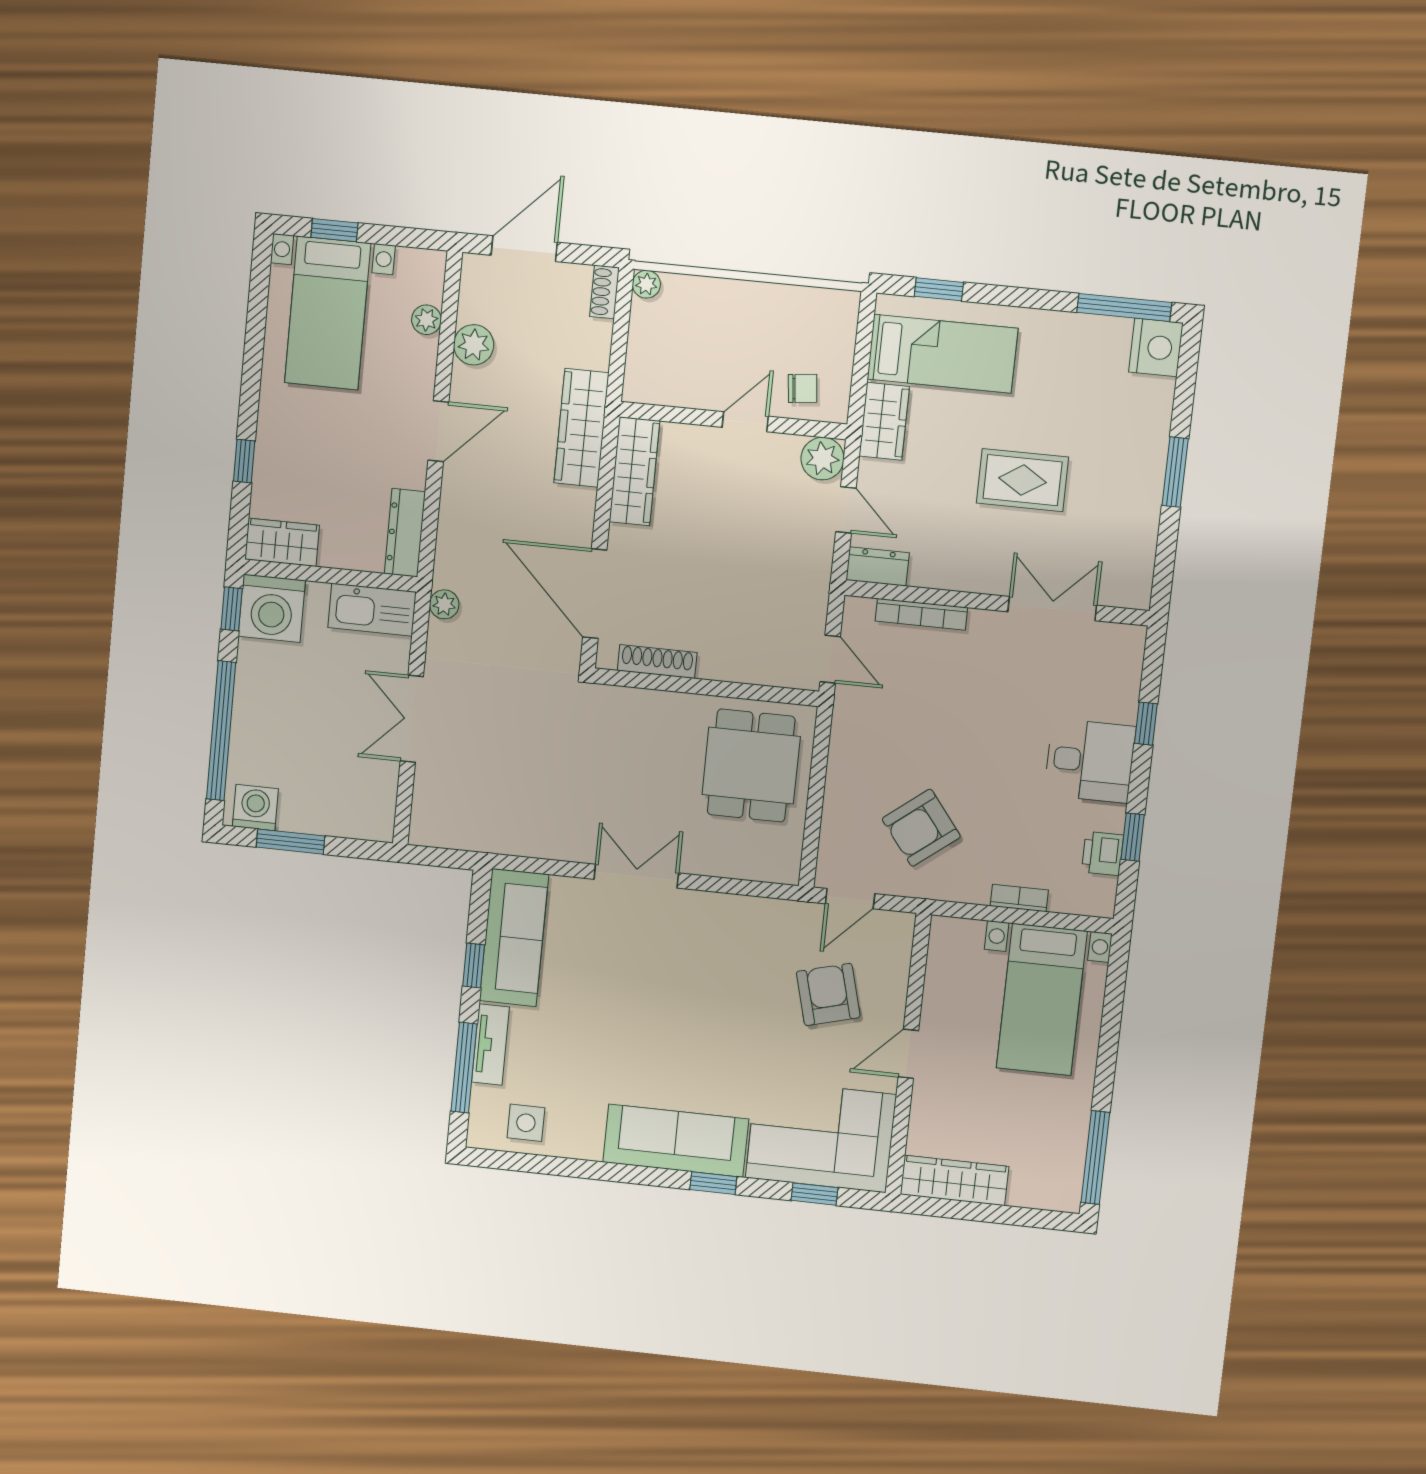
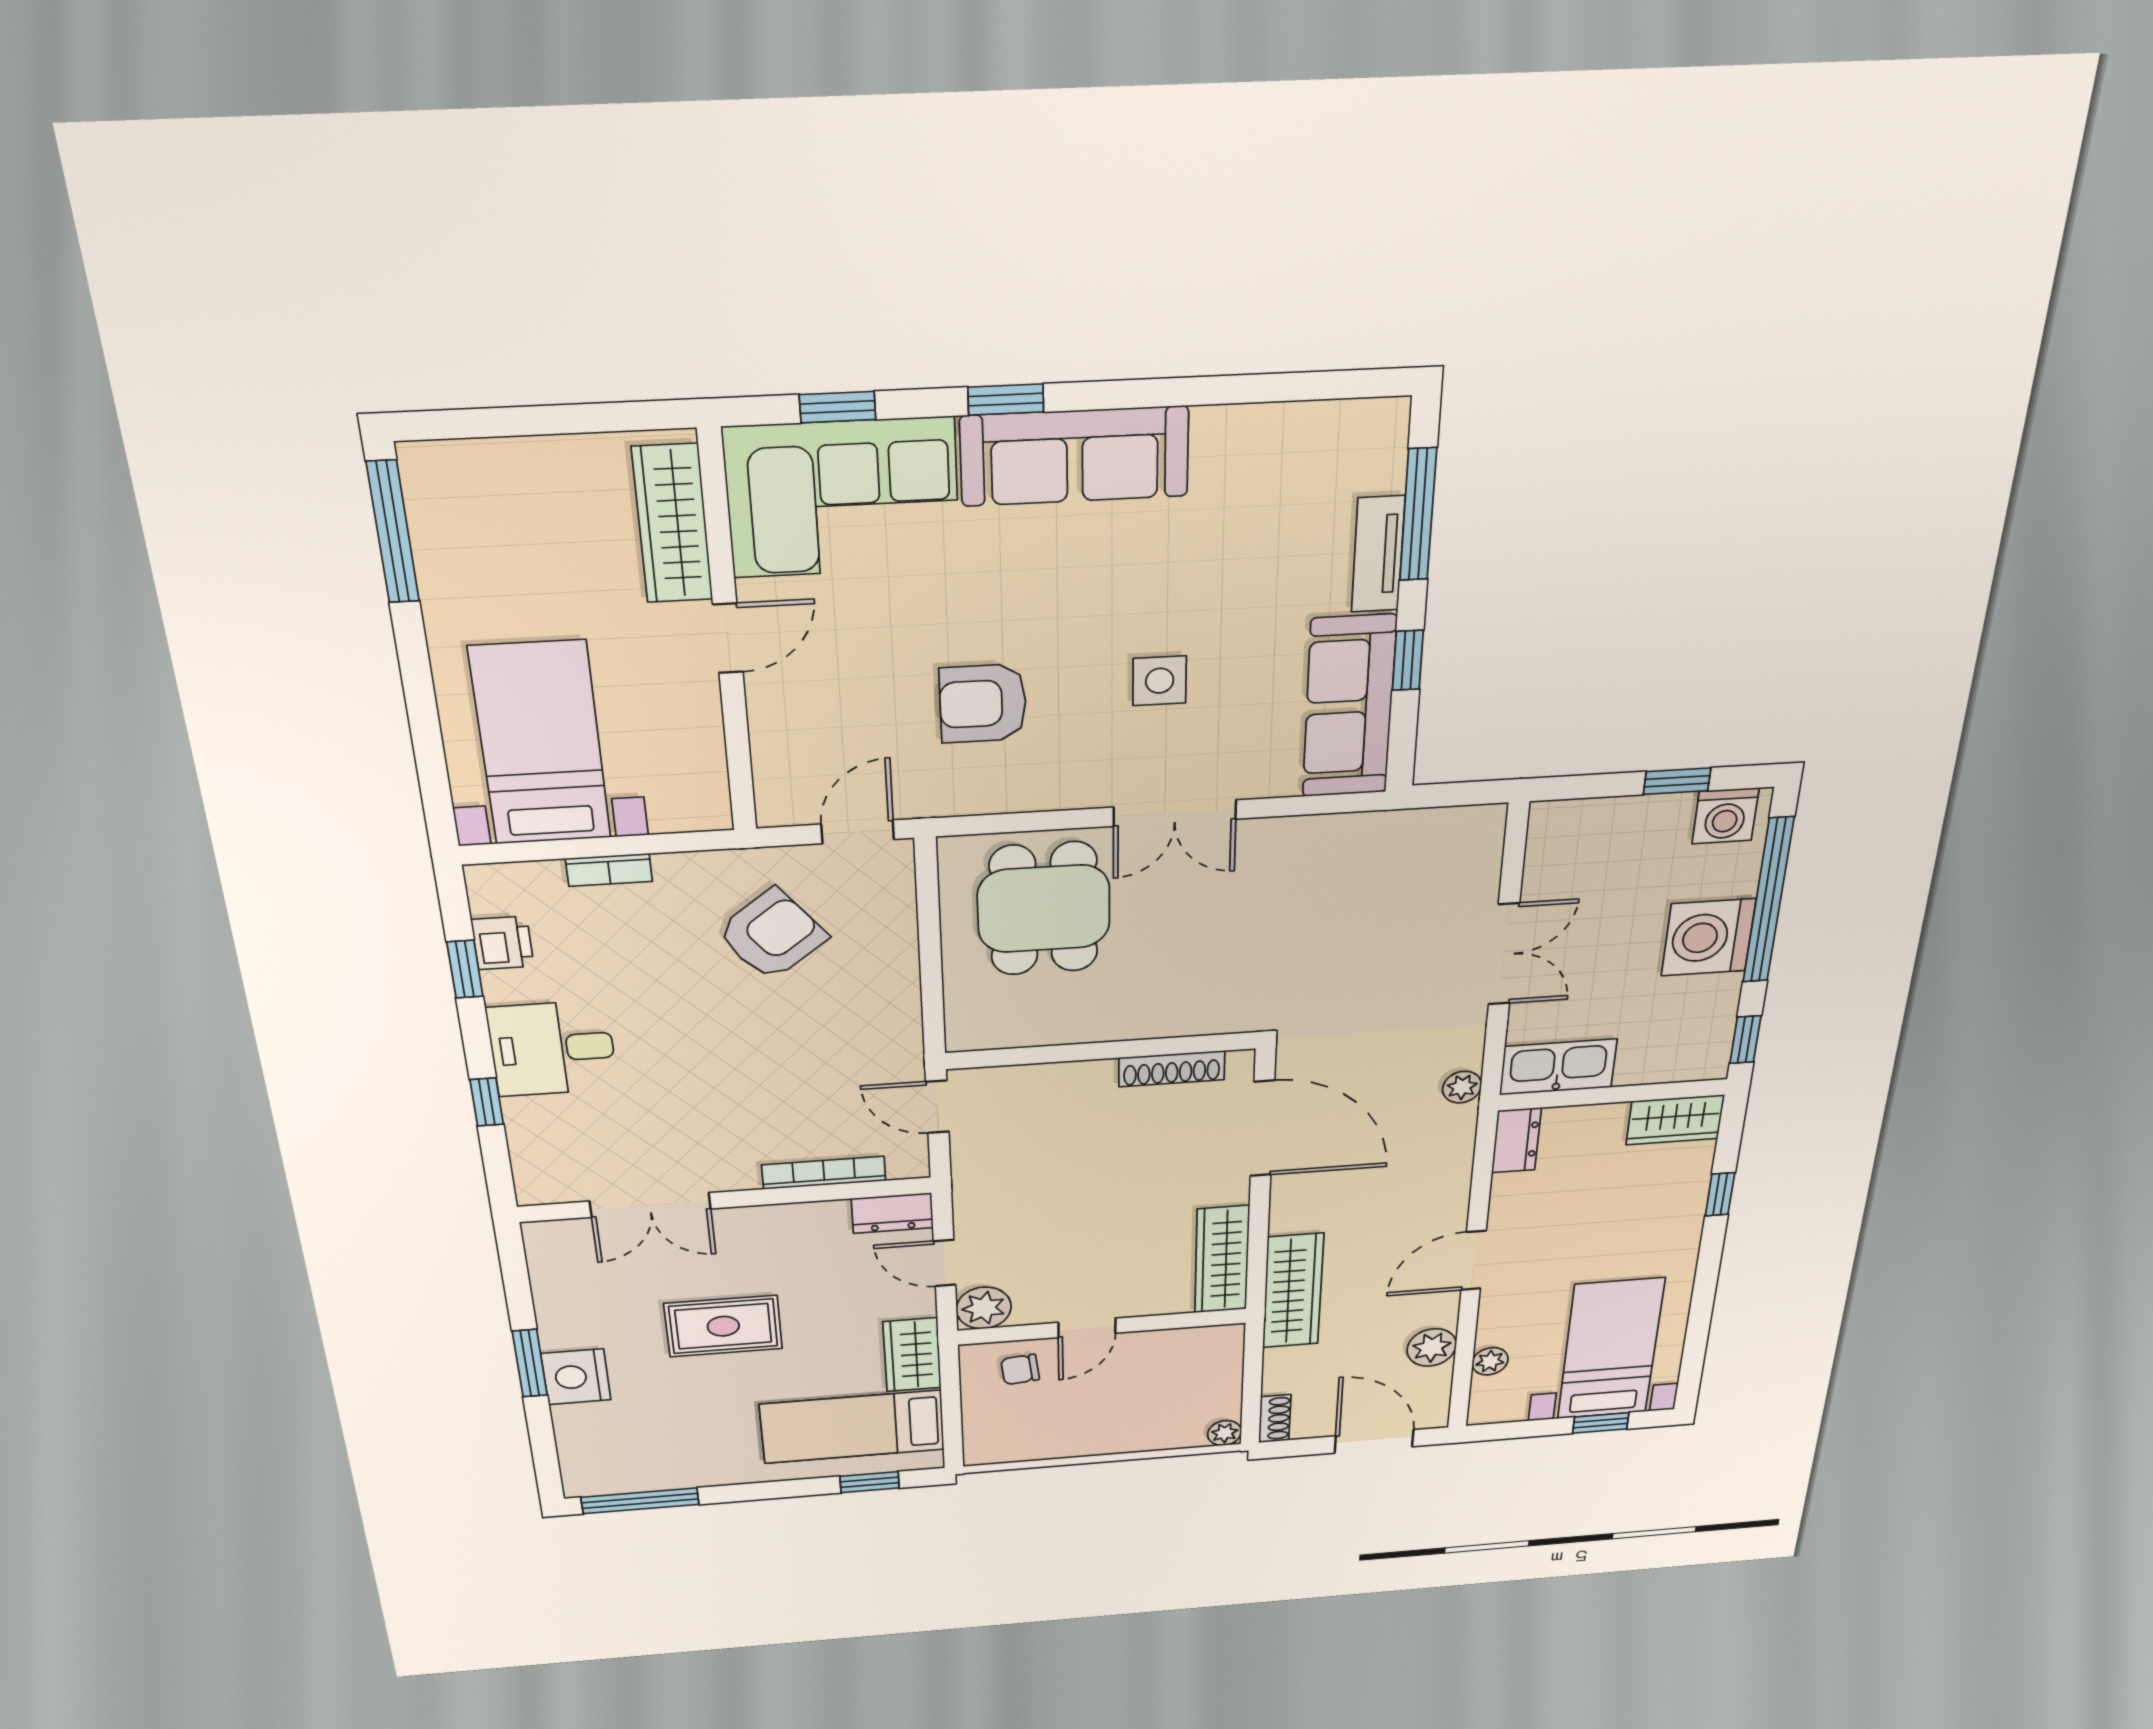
door: (524, 249) -> (1374, 1441), swing flipped
nightstand: (1156, 347) -> (576, 1377), moved
dresser: (405, 533) -> (1516, 1140), width x0.70
washing machine: (272, 608) -> (1708, 937), moved, turned -90
dining table: (751, 766) -> (1044, 909), moved
window: (290, 842) -> (1677, 781), width x0.67
armchair: (828, 994) -> (983, 703), moved, turned 105
side table: (526, 1123) -> (1160, 681), moved
wardrobe: (954, 1180) -> (673, 524), moved, turned 90

